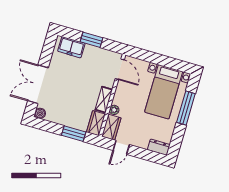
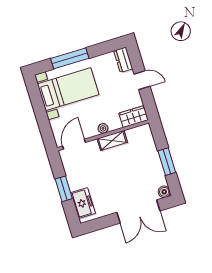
plant: (114, 110) -> (103, 128), moved
wardrobe: (96, 123) -> (139, 133), removed
window: (74, 134) -> (167, 162), moved
door: (121, 147) -> (142, 80), moved

